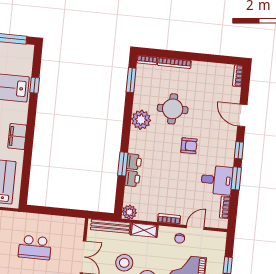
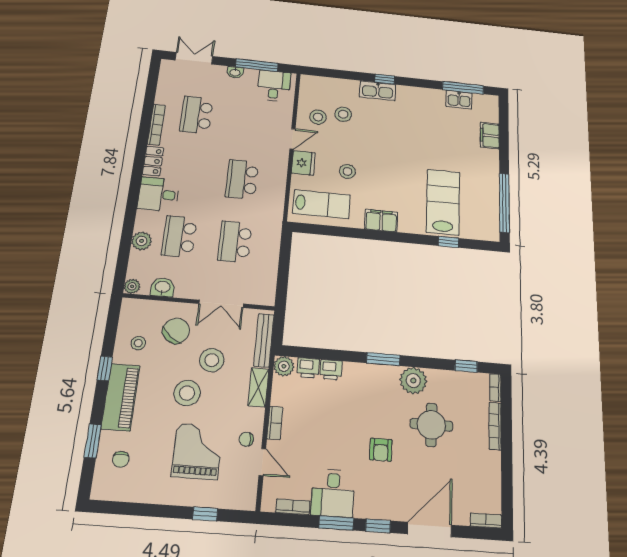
window: (131, 80) -> (466, 366), width x0.67
door: (242, 115) -> (429, 529), width x1.36
printer: (134, 162) -> (308, 368), moved
window: (123, 164) -> (383, 359), moved

